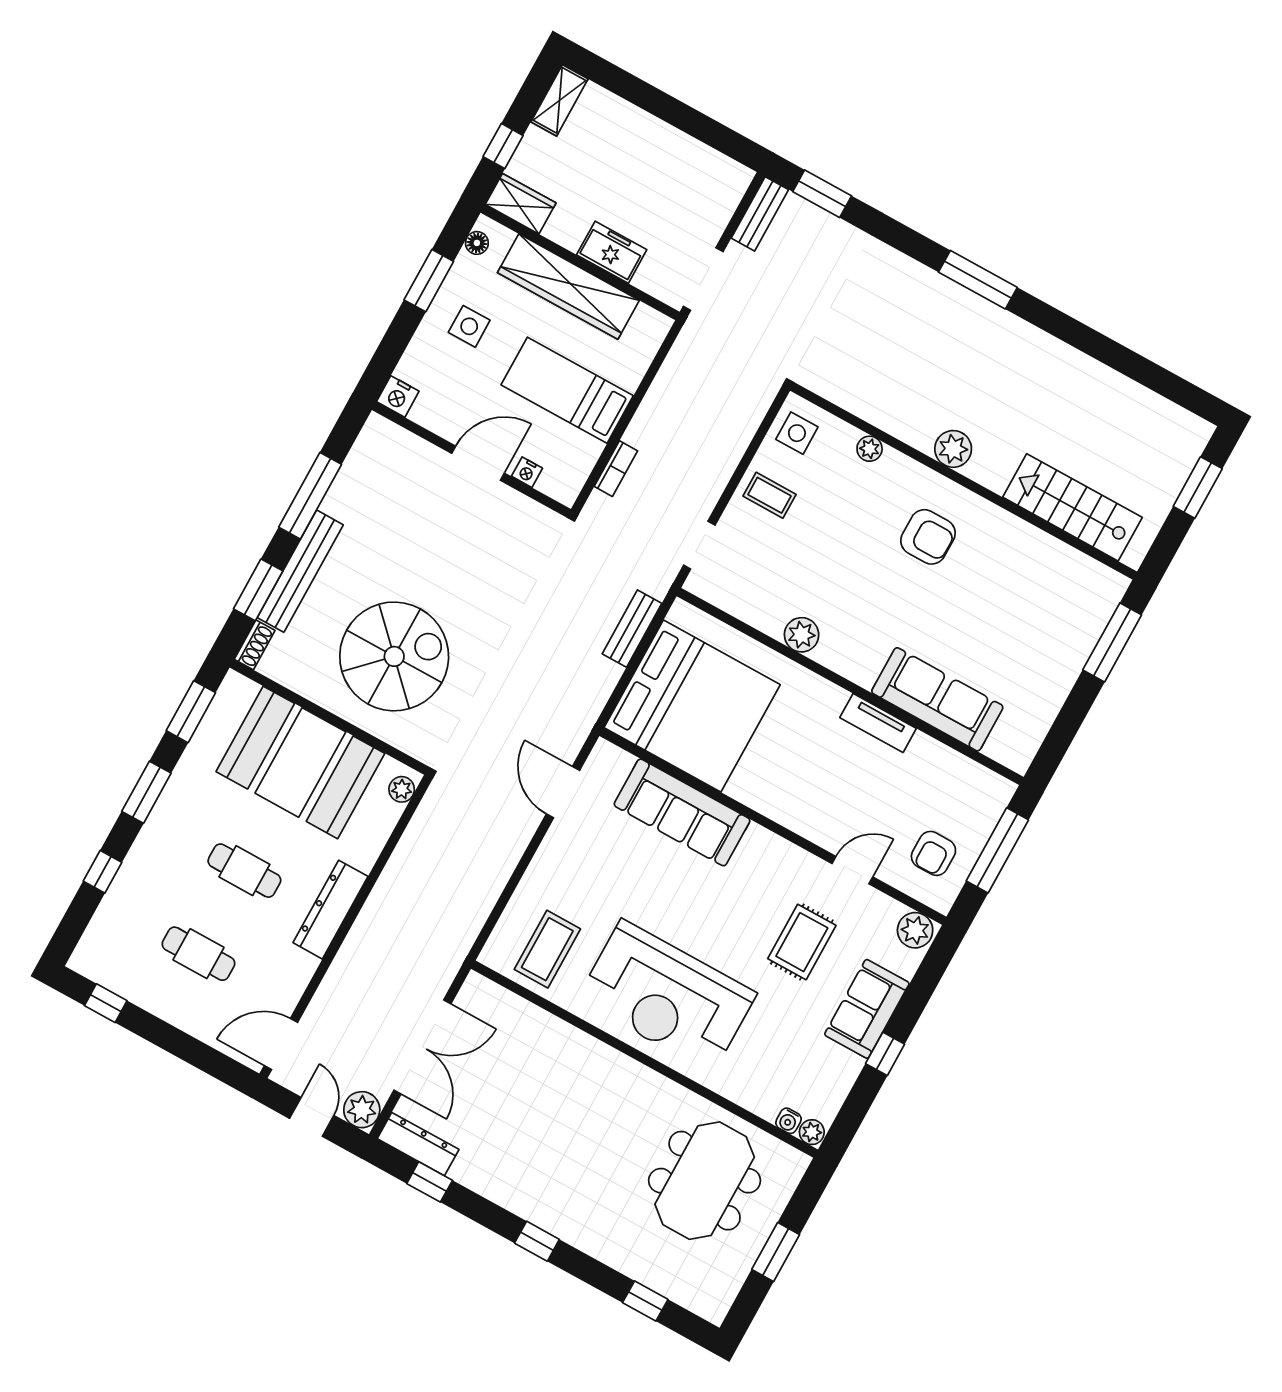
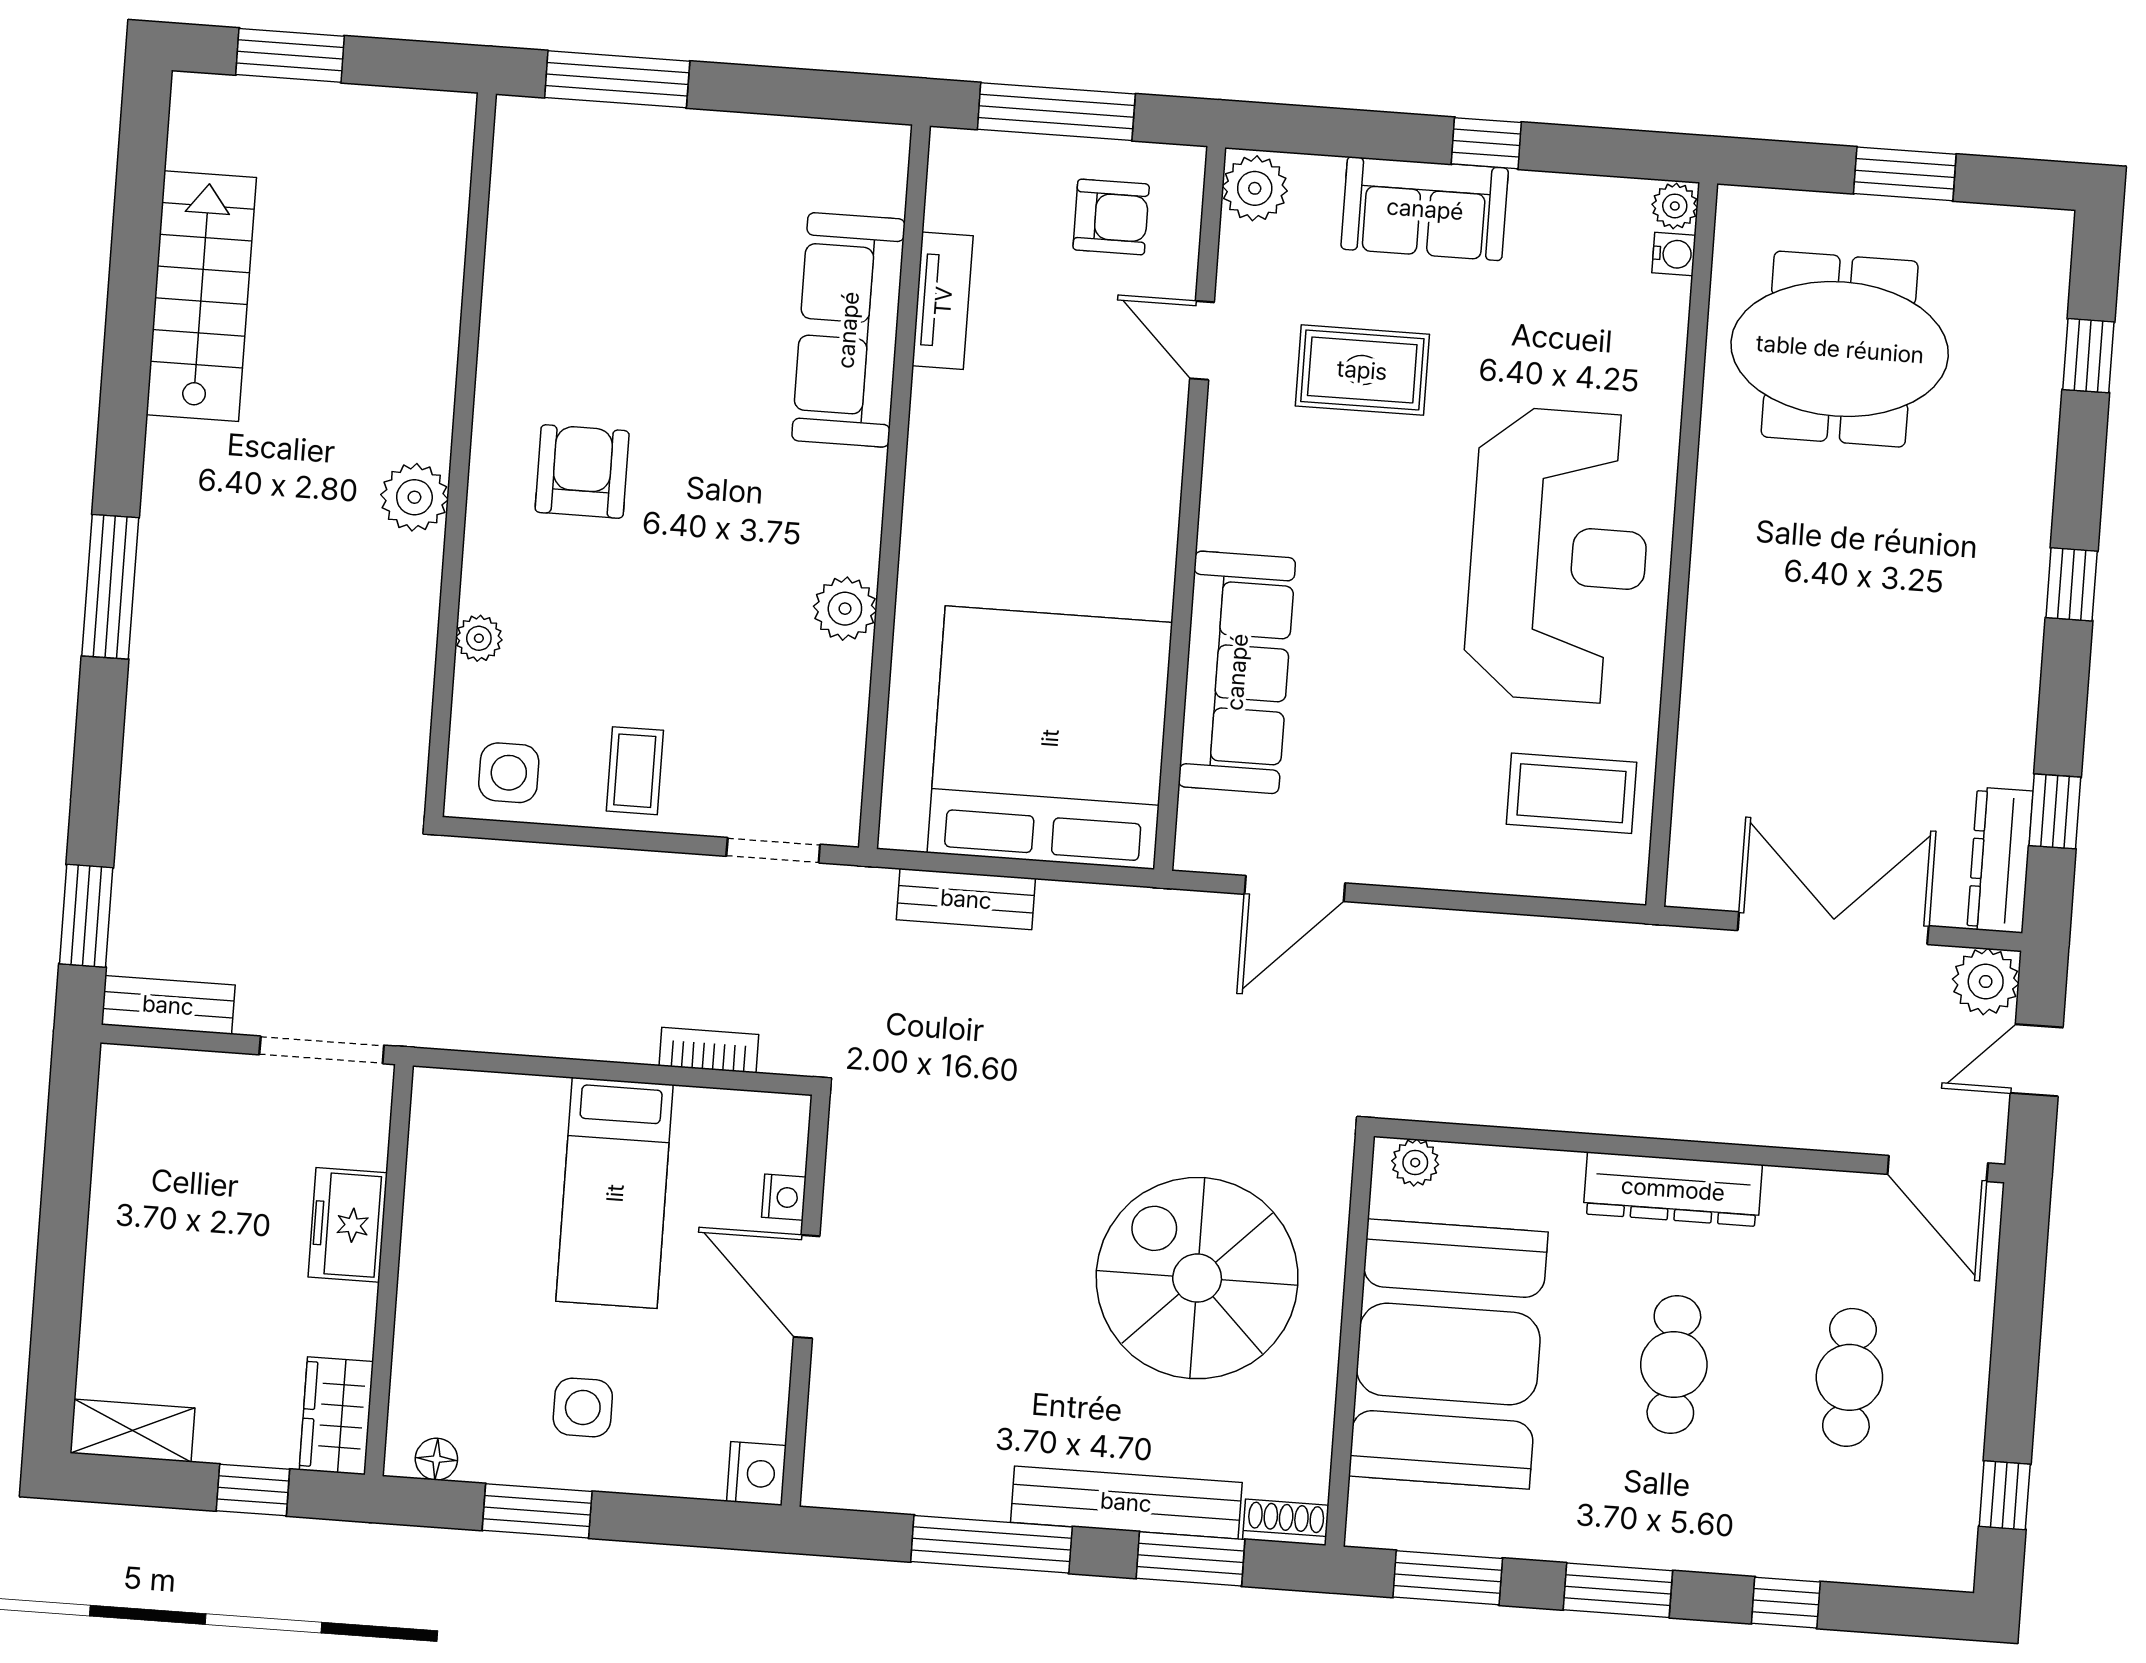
wardrobe: (568, 287) -> (439, 1271), removed
stairs: (1072, 507) -> (201, 296), moved, turned 180
tv unit: (878, 723) -> (943, 301), moved

